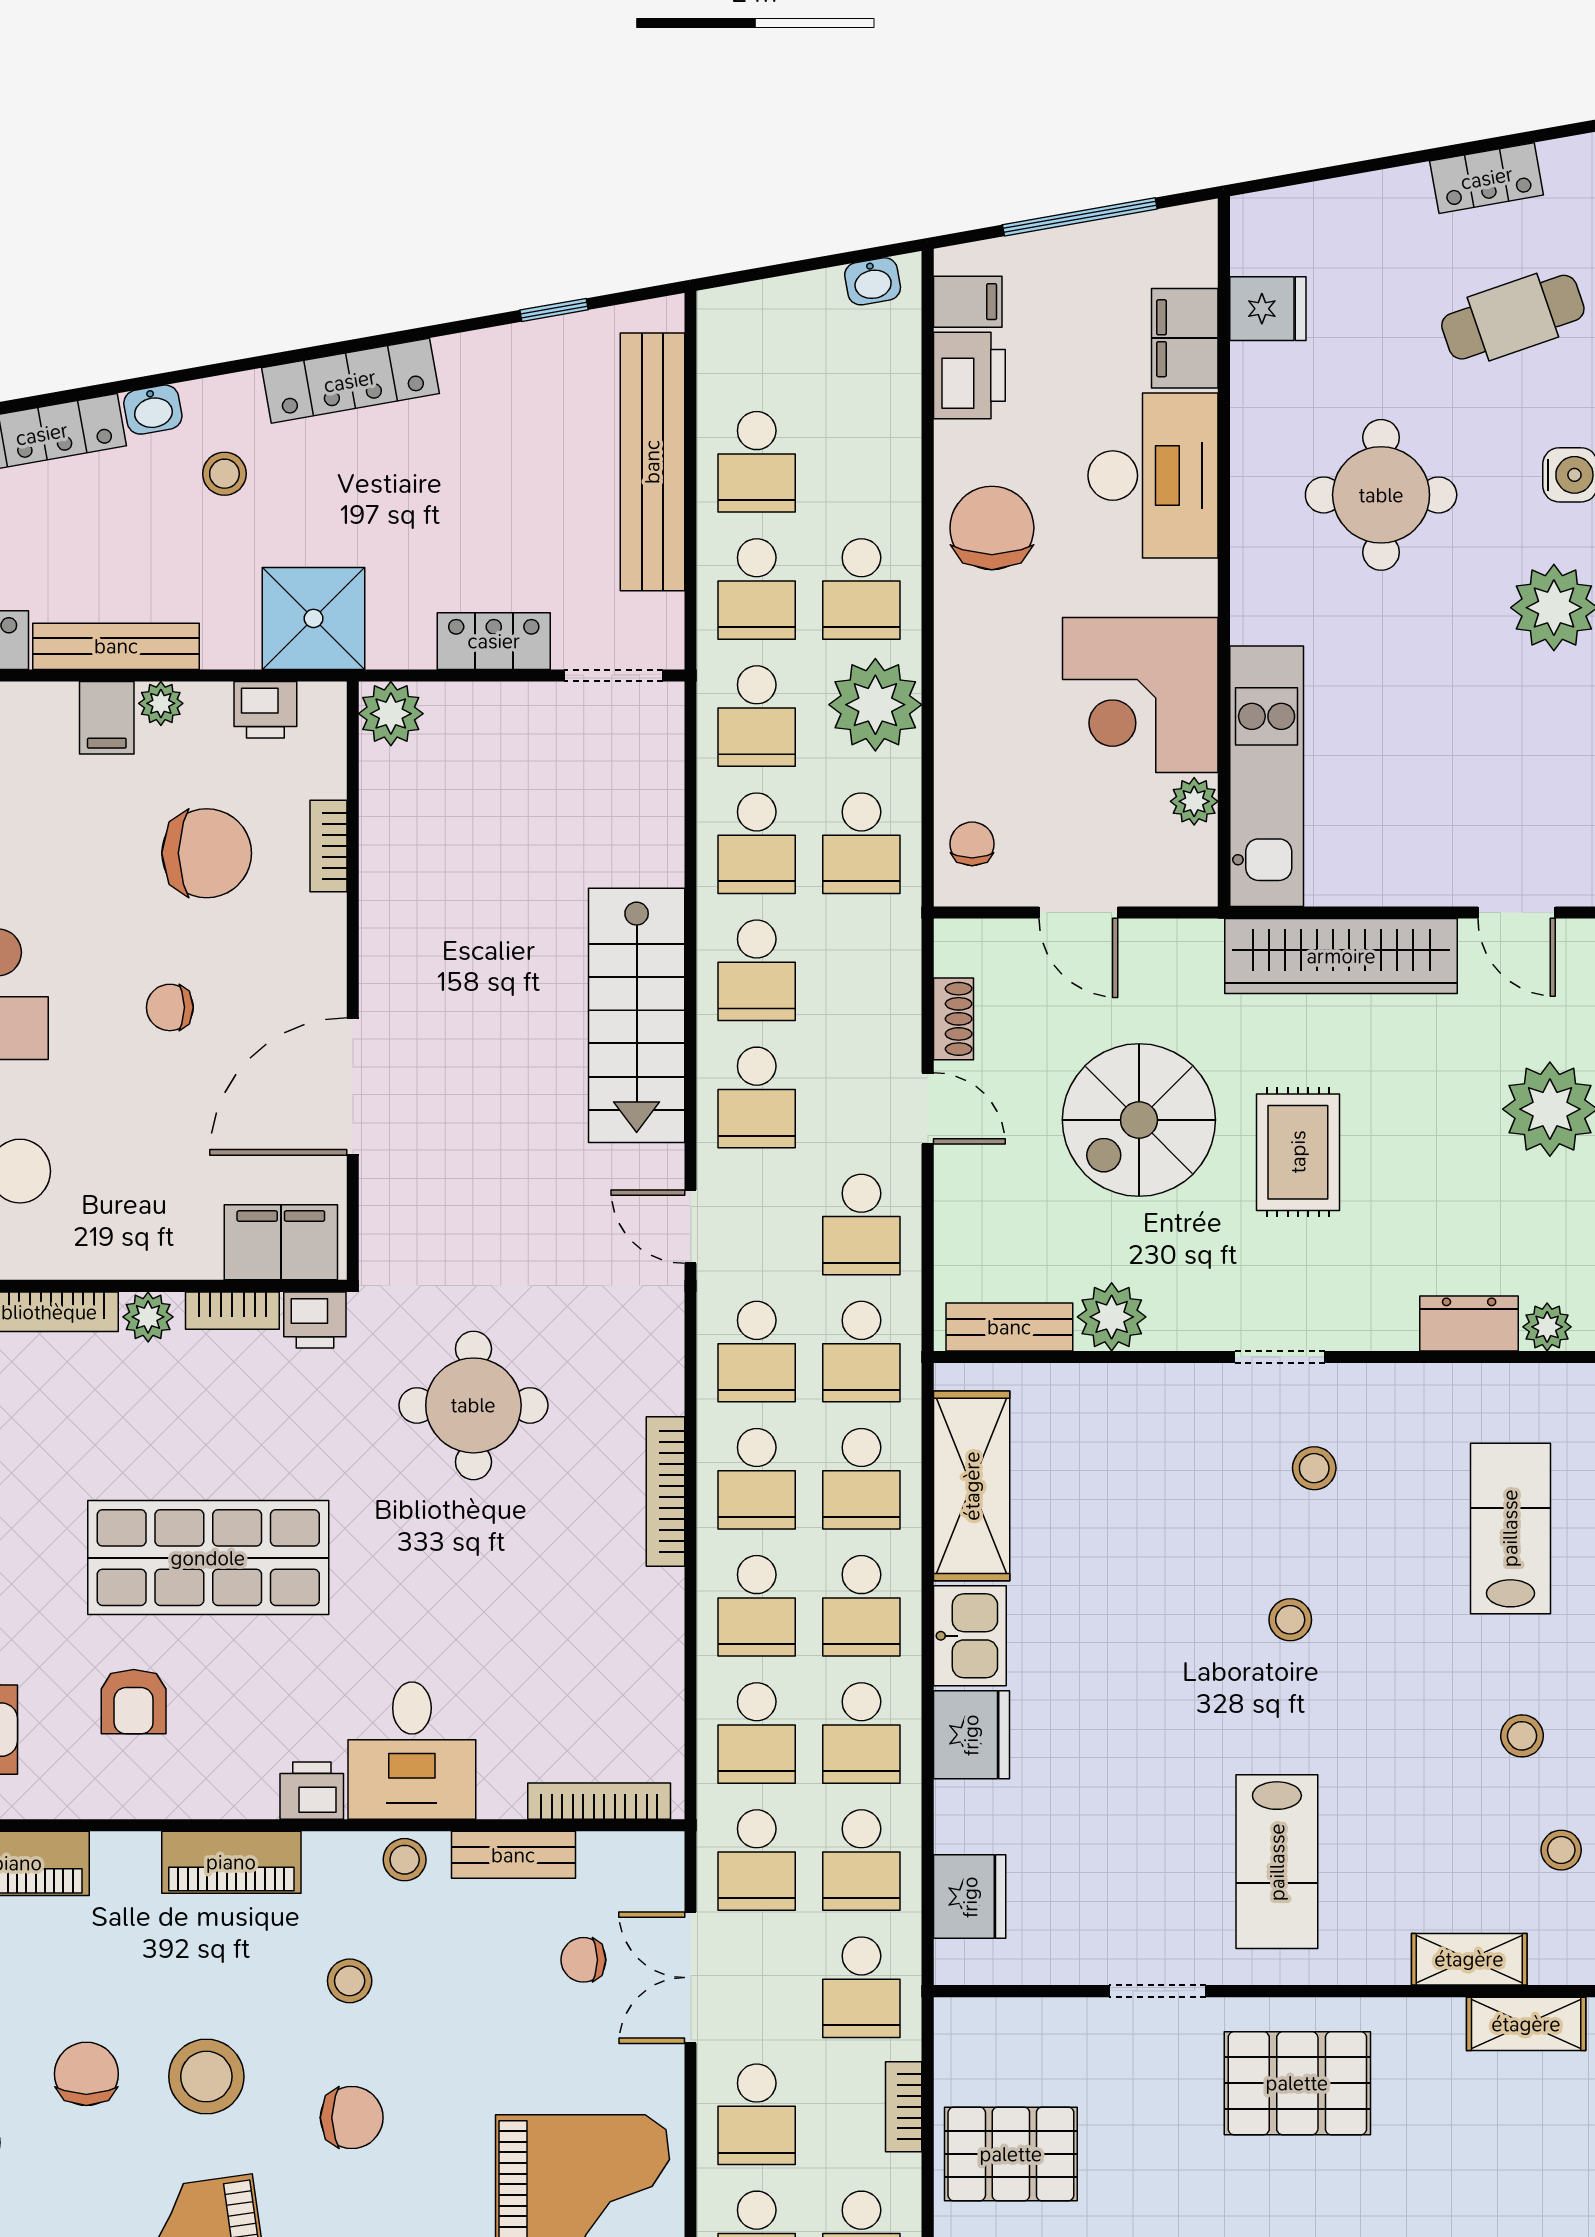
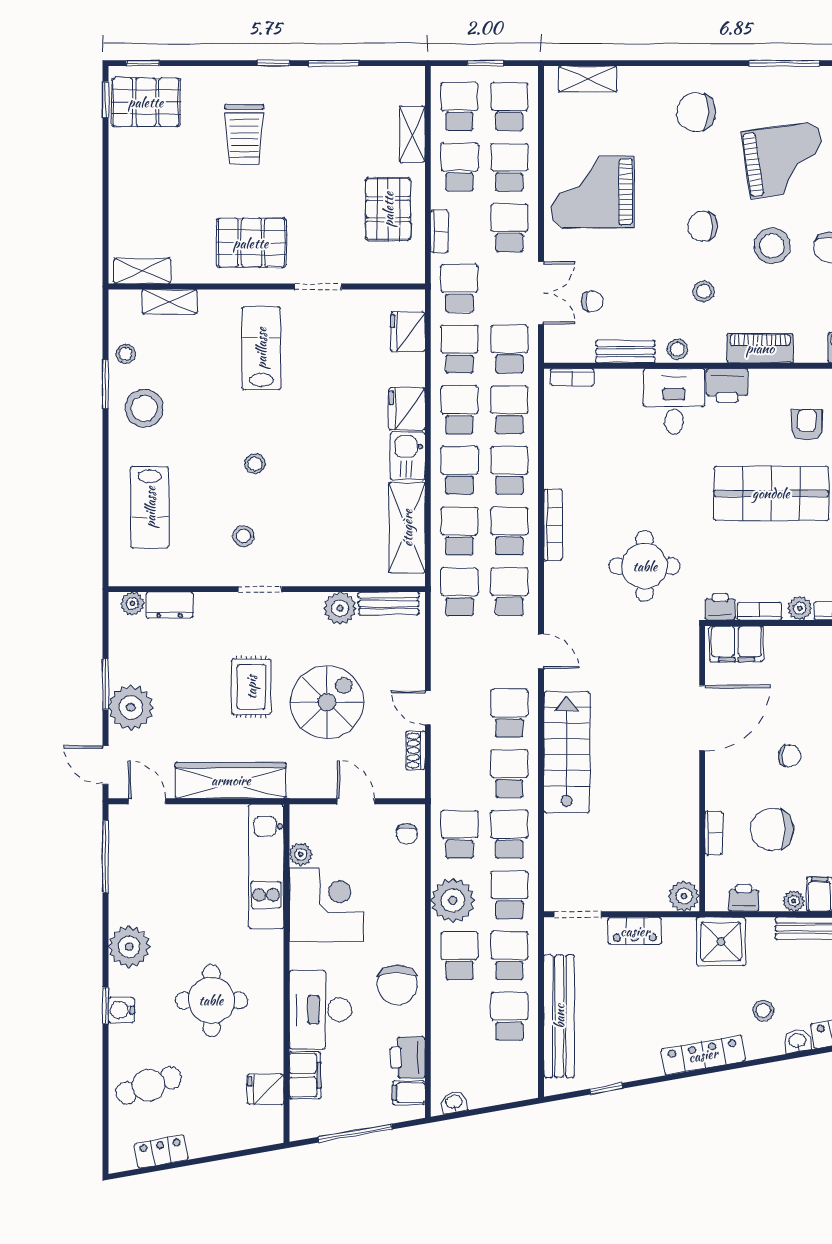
school desk: (861, 1224) -> (459, 652), removed
stool: (1522, 1736) -> (144, 408), width x1.89, depth x1.89
printer: (312, 1791) -> (727, 386), width x1.36, depth x1.24
bookcase: (599, 1801) -> (572, 377), width x0.64
pallet: (1011, 2154) -> (388, 209), turned 90

